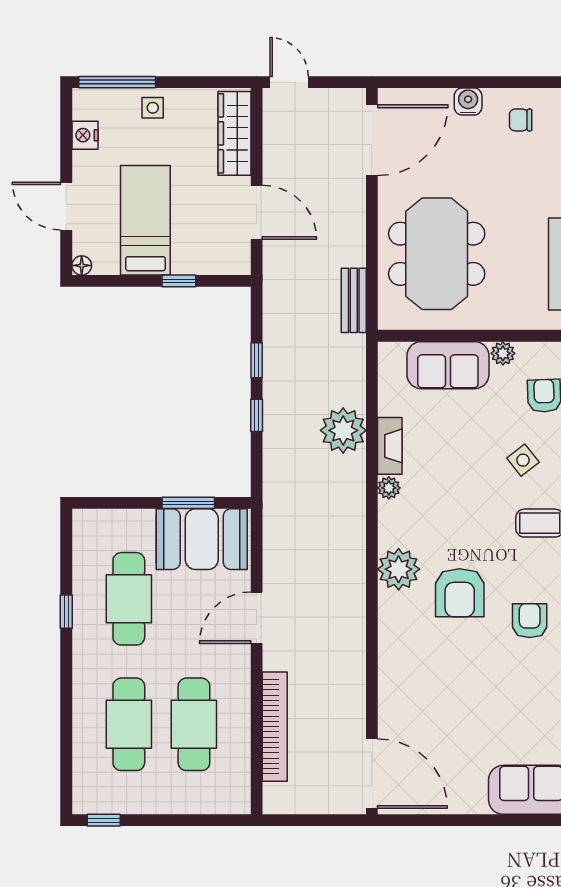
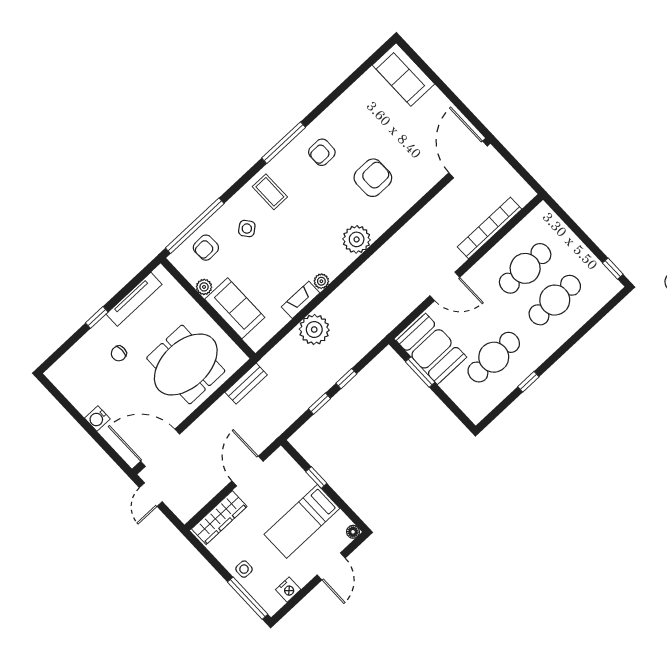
door: (289, 82) -> (151, 495), moved
chair: (521, 120) -> (119, 353), moved, turned 90
armchair: (460, 593) -> (373, 178), moved

